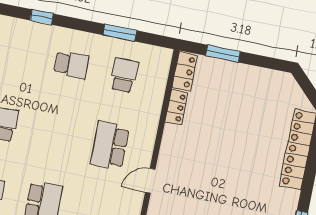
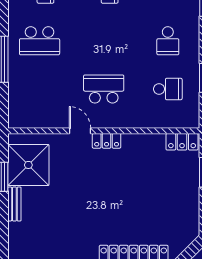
locker: (176, 107) -> (107, 141), moved

